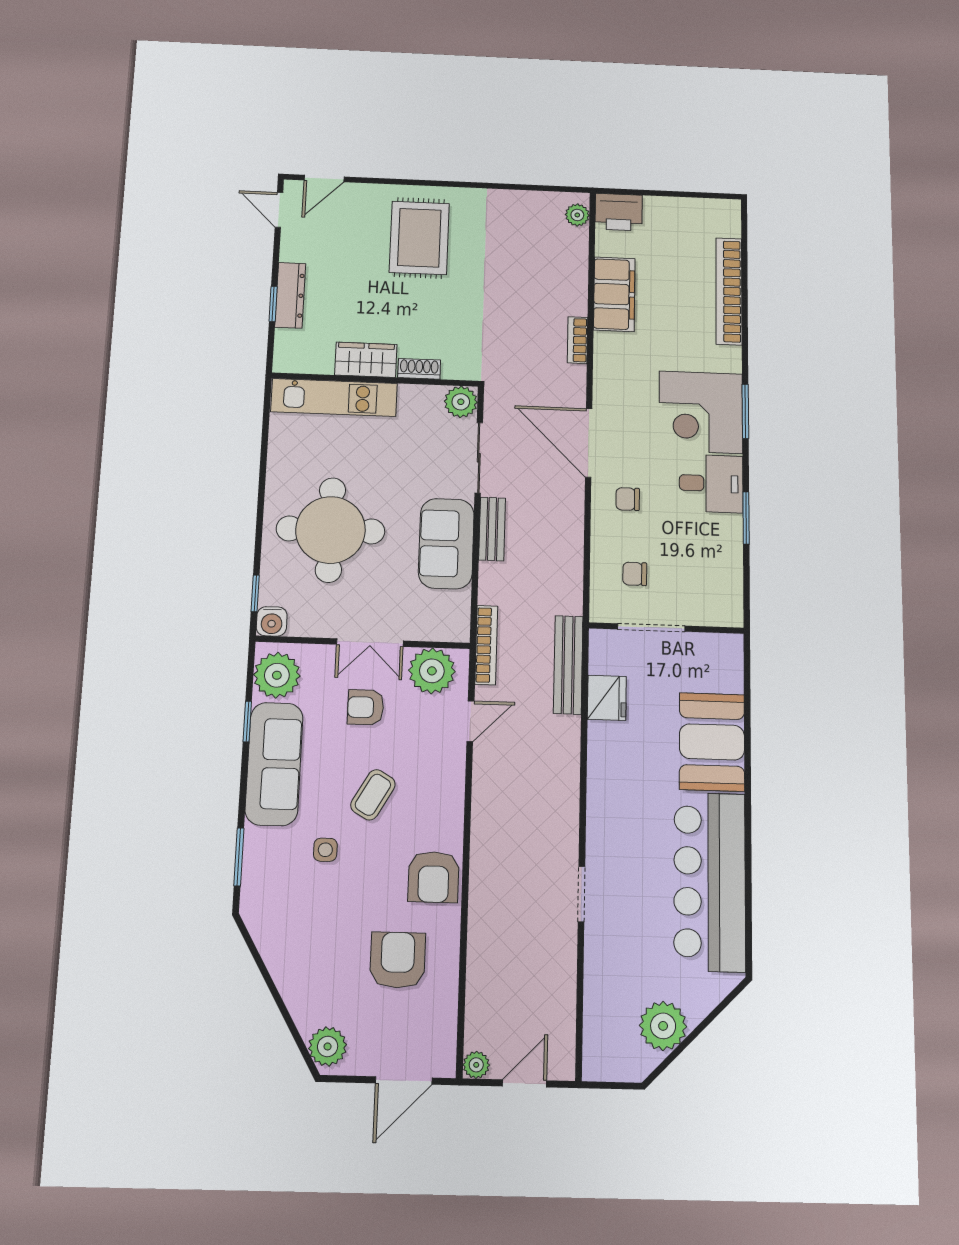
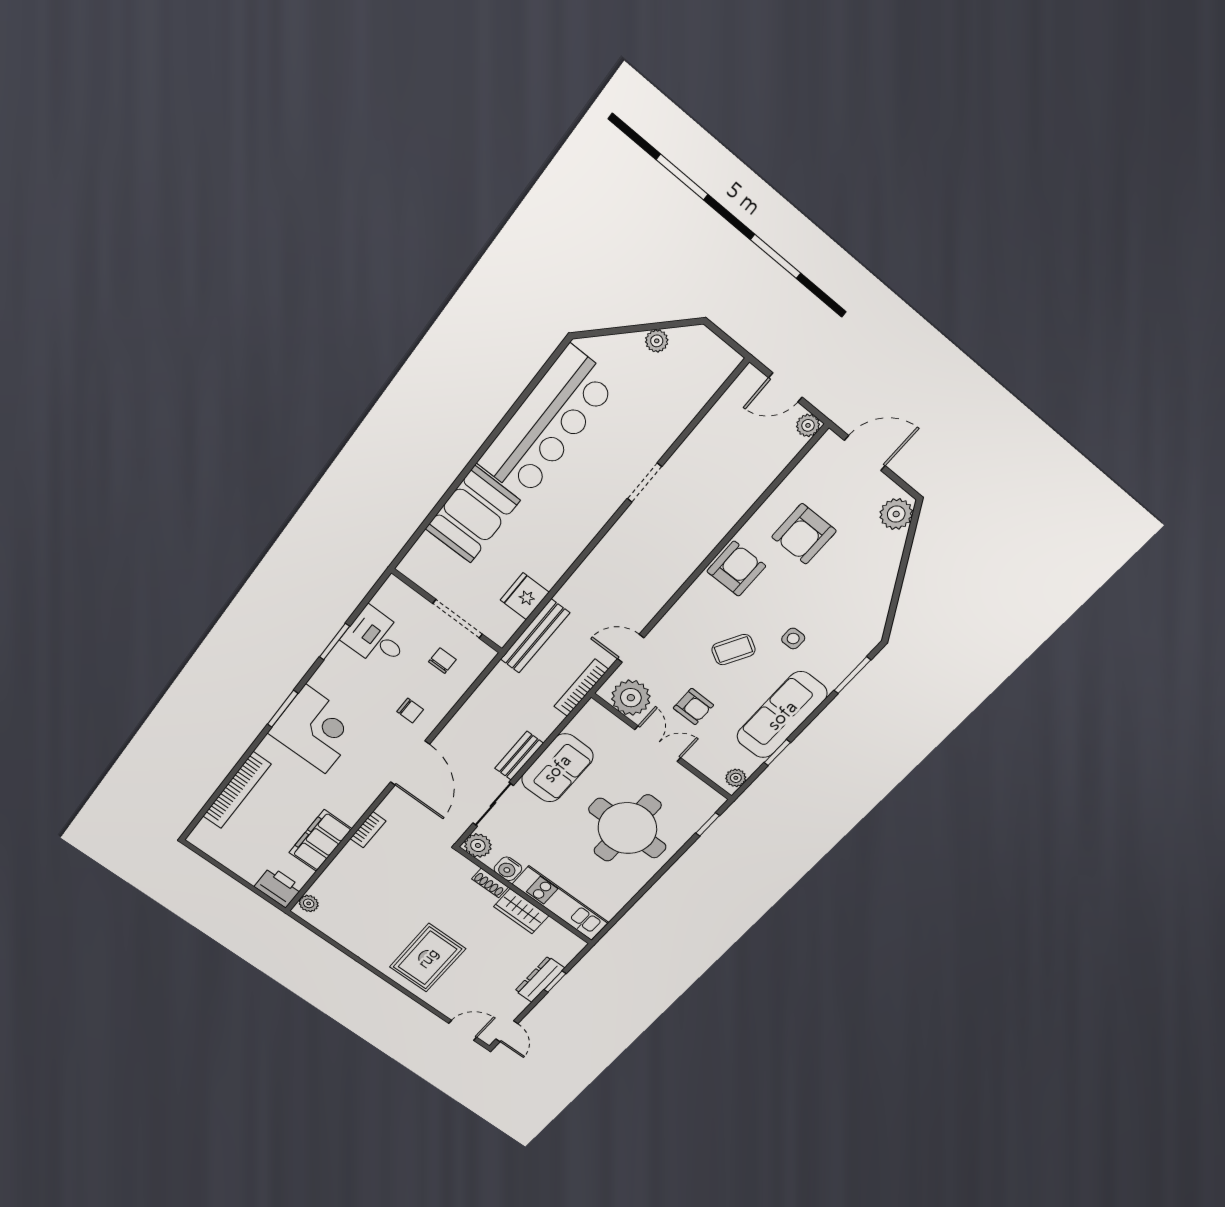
desk: (711, 483) -> (376, 638), moved
chair: (635, 574) -> (442, 661), turned -90
water cooler: (272, 621) -> (508, 869), moved, turned 180
plant: (277, 675) -> (736, 778), width x0.53, depth x0.53
plant: (663, 1026) -> (657, 341), width x0.53, depth x0.53

